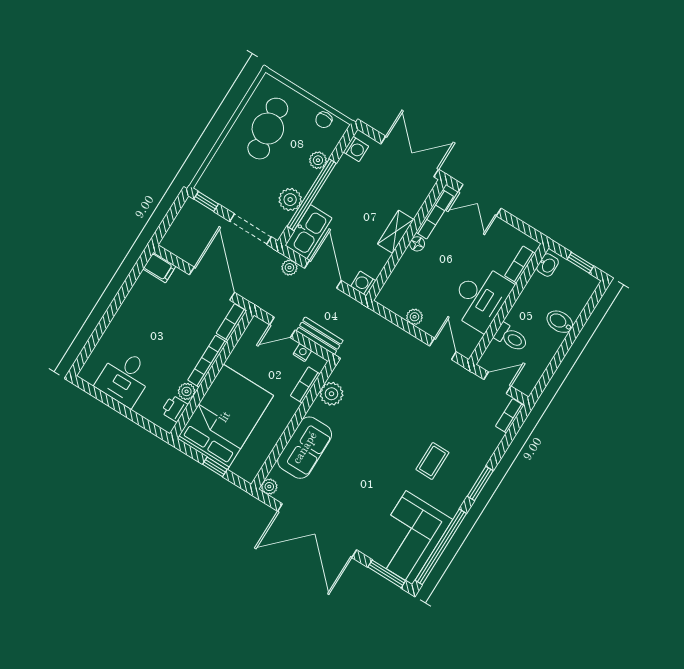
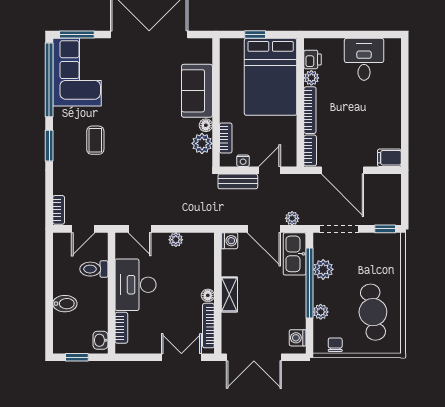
floor lamp: (317, 409) -> (206, 125), added
plant: (269, 487) -> (205, 45), removed

